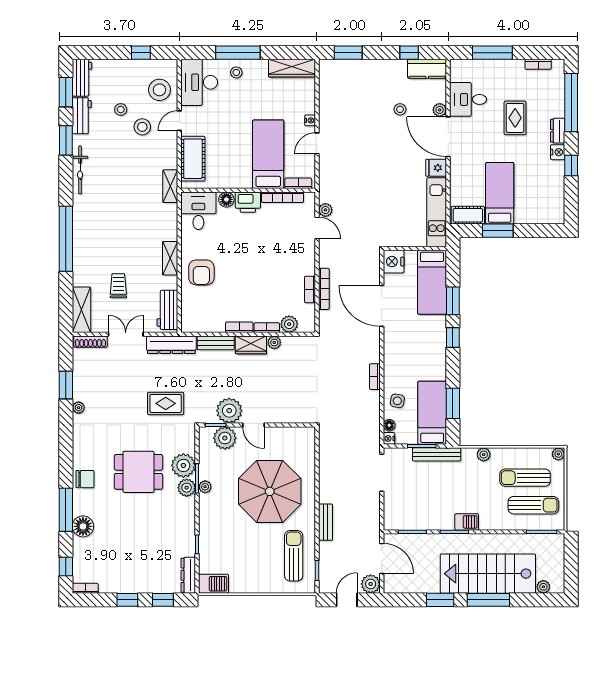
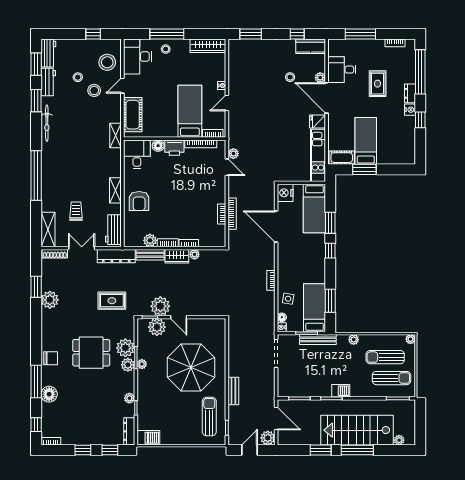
plant: (289, 324) -> (150, 240), moved
plant: (79, 408) -> (50, 300), width x1.88, depth x1.88
plant: (189, 532) -> (129, 398), added

